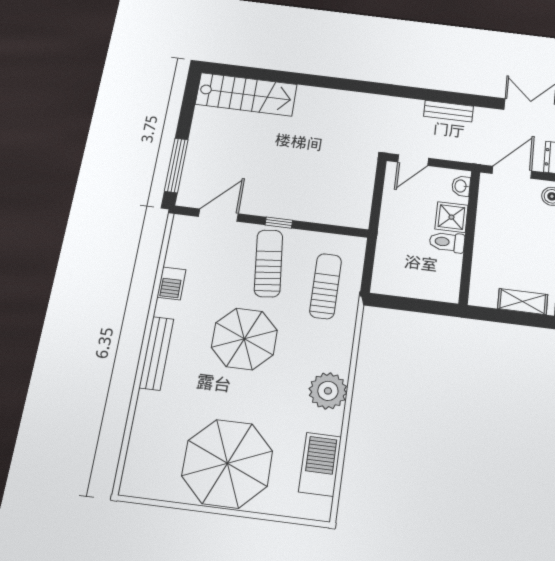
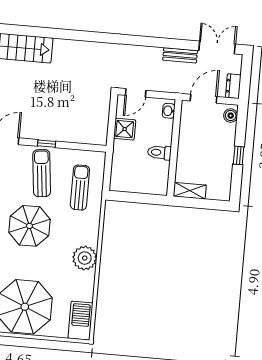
bench: (448, 111) -> (180, 55), moved
shower: (451, 217) -> (125, 129), moved
shelving: (523, 302) -> (190, 191), moved
barbecue: (320, 464) -> (81, 321), moved

